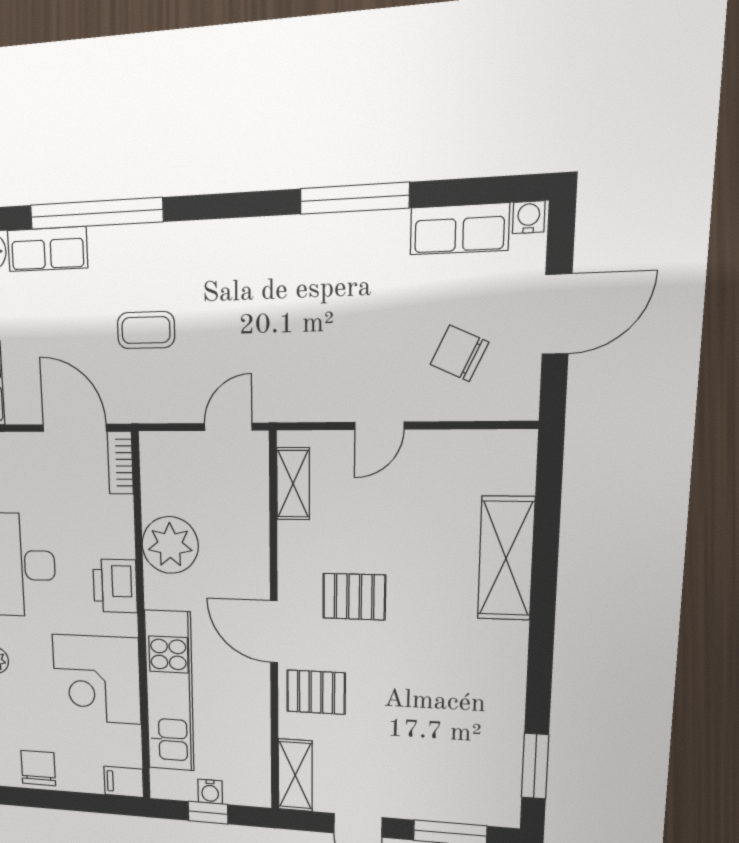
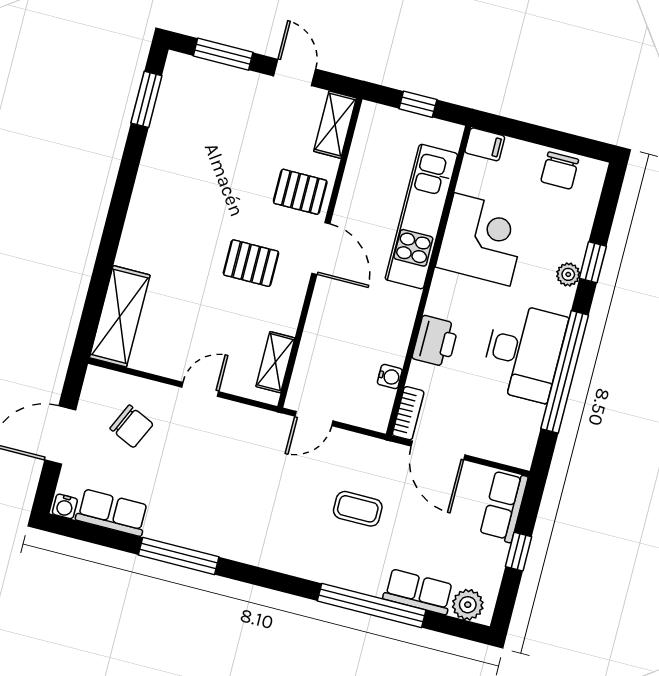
plant: (170, 545) -> (386, 338), removed
shelving: (506, 558) -> (120, 316), moved
printer: (115, 586) -> (435, 341), moved
water cooler: (210, 792) -> (390, 377), moved, turned 90

